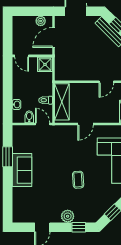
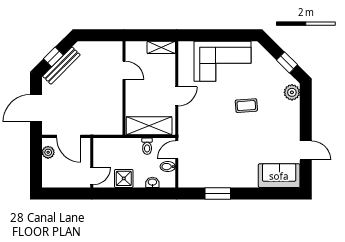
shower: (45, 64) -> (124, 178), moved
door: (85, 124) -> (177, 96), hinge flipped
sofa: (22, 170) -> (279, 176), moved
plant: (68, 216) -> (292, 92), moved
window: (79, 227) -> (306, 105), removed

